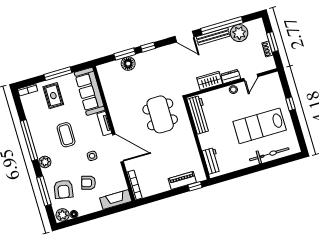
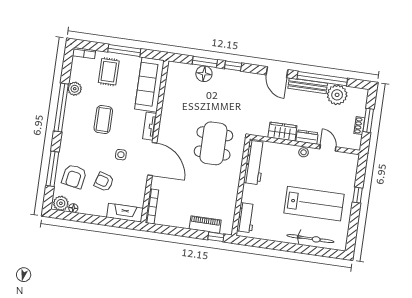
door: (251, 78) -> (328, 148), swing flipped
lab bench: (260, 126) -> (314, 204), turned 180
plant: (45, 162) -> (75, 89), moved

